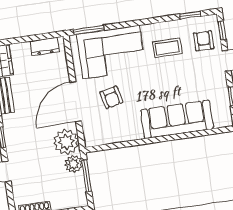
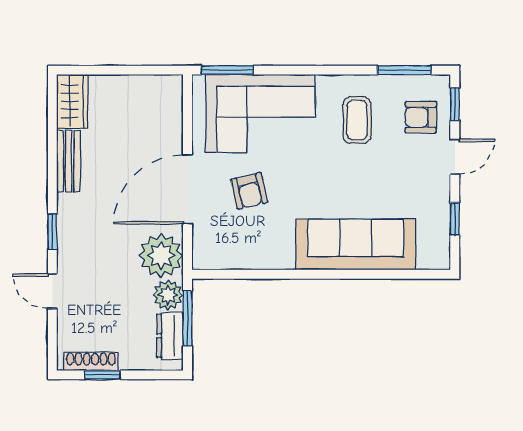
window: (190, 15) -> (404, 70), width x1.50
armchair: (204, 41) -> (421, 117), turned -90
dresser: (45, 47) -> (170, 336), moved, turned 90
coffee table: (167, 48) -> (357, 120), turned 90

